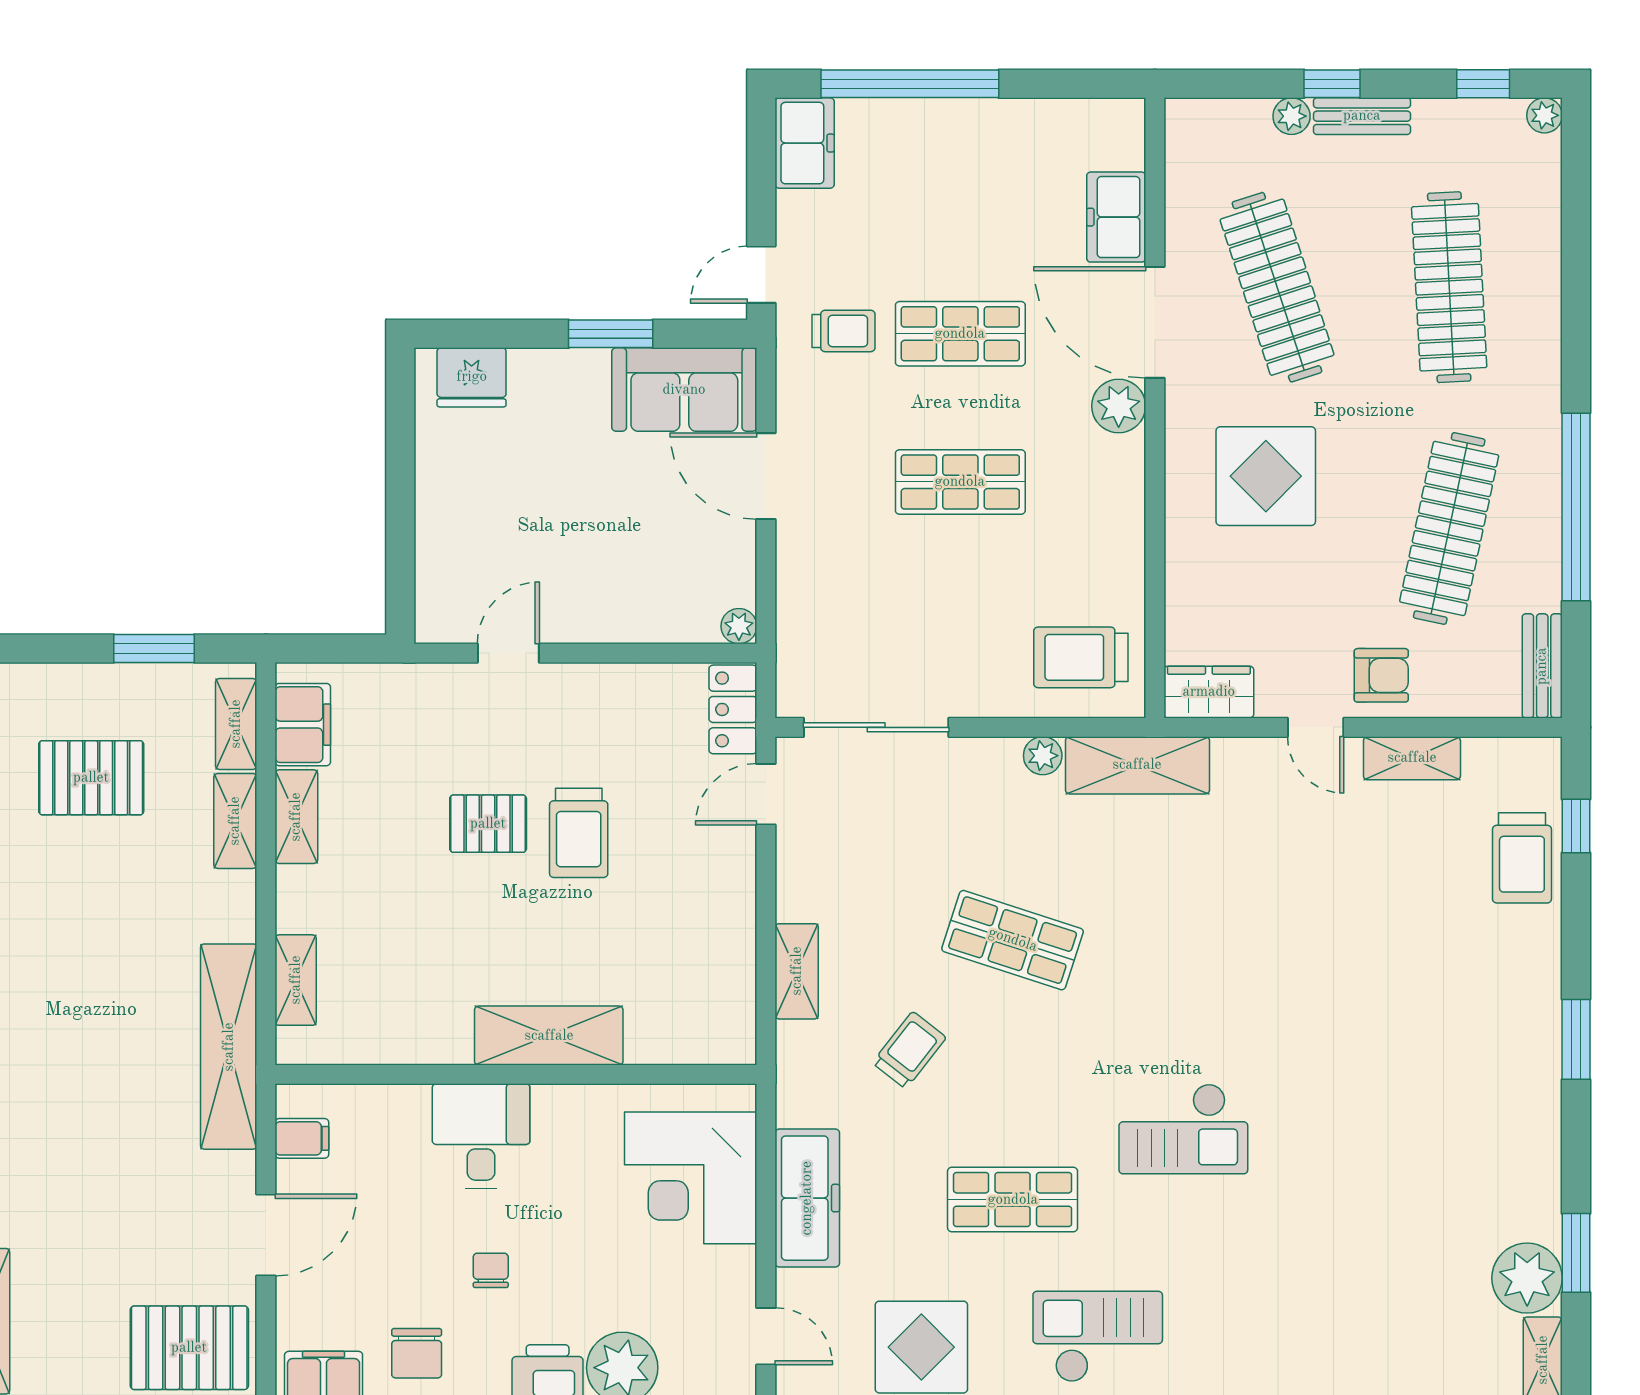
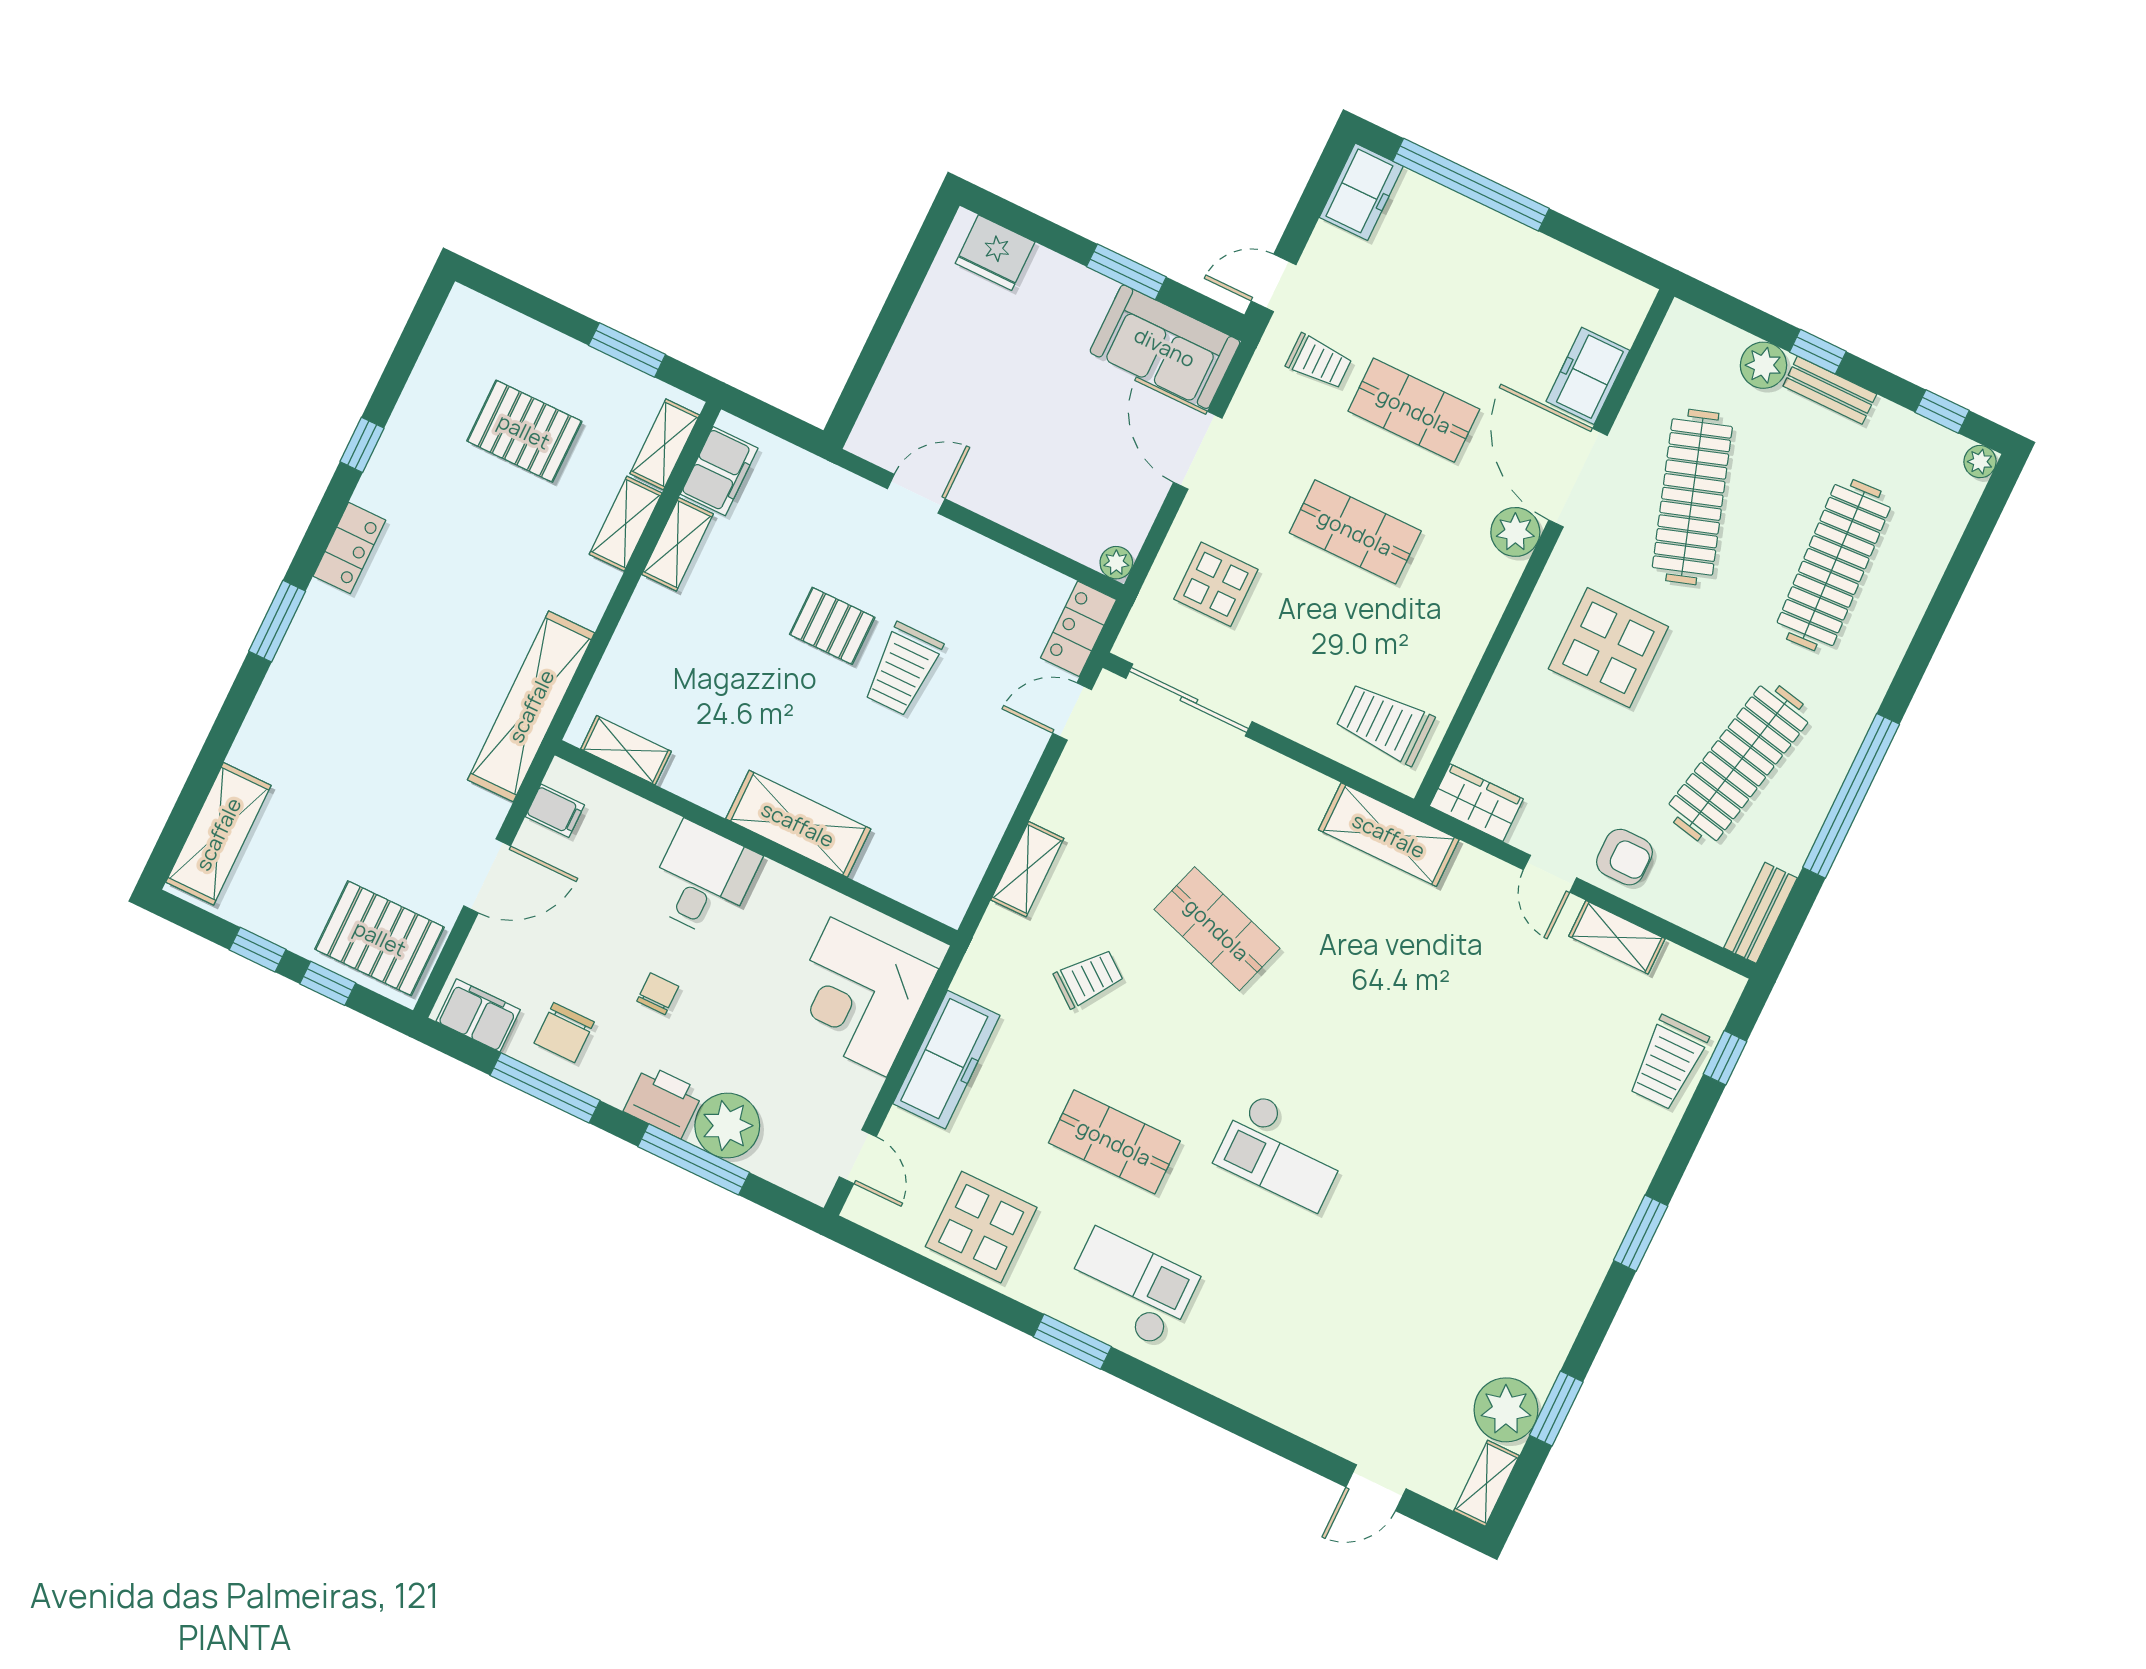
plant: (1292, 116) -> (1763, 365), width x1.38, depth x1.38
display table: (848, 600) -> (1216, 584), added
plant: (1043, 756) -> (1315, 789), removed
shelving: (296, 980) -> (626, 750), moved, turned 90

